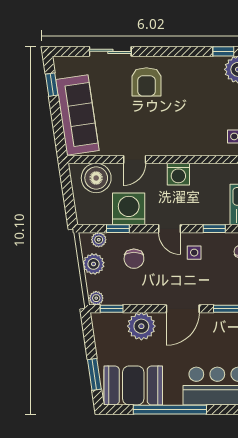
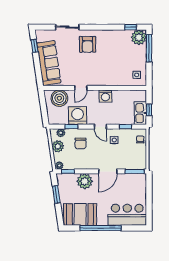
window: (94, 374) -> (56, 194), moved

